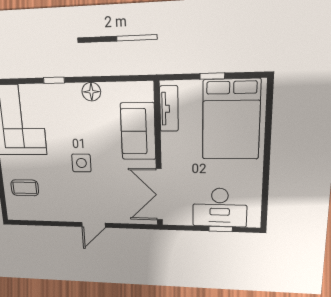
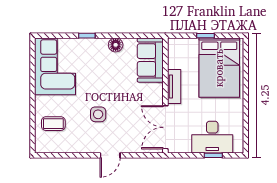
tv unit: (169, 109) -> (174, 86), moved
sofa: (138, 131) -> (150, 60), moved
side table: (81, 163) -> (98, 114), moved

